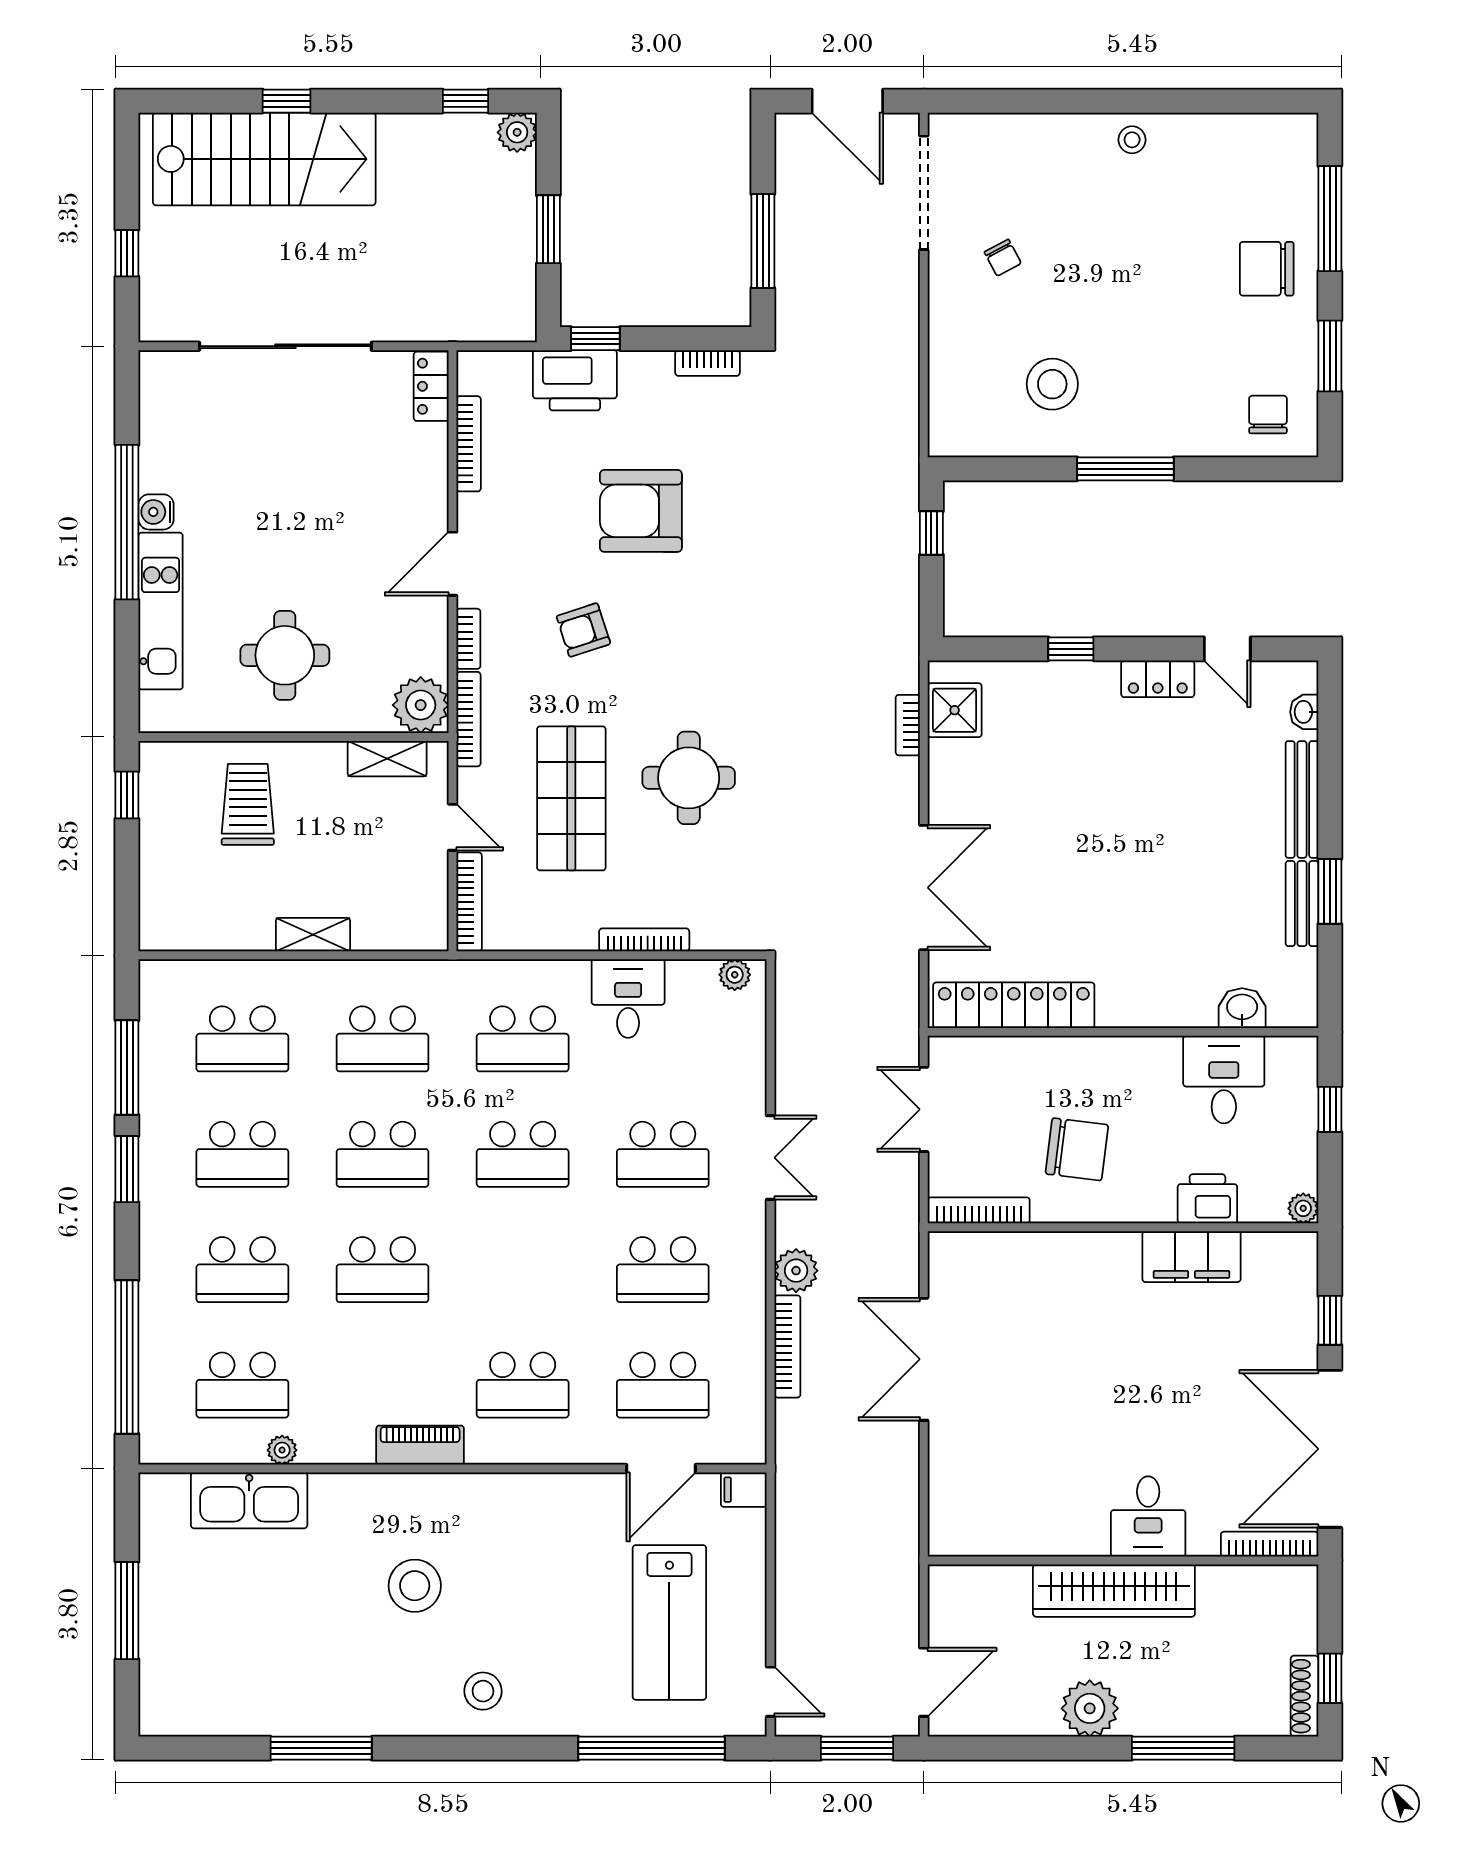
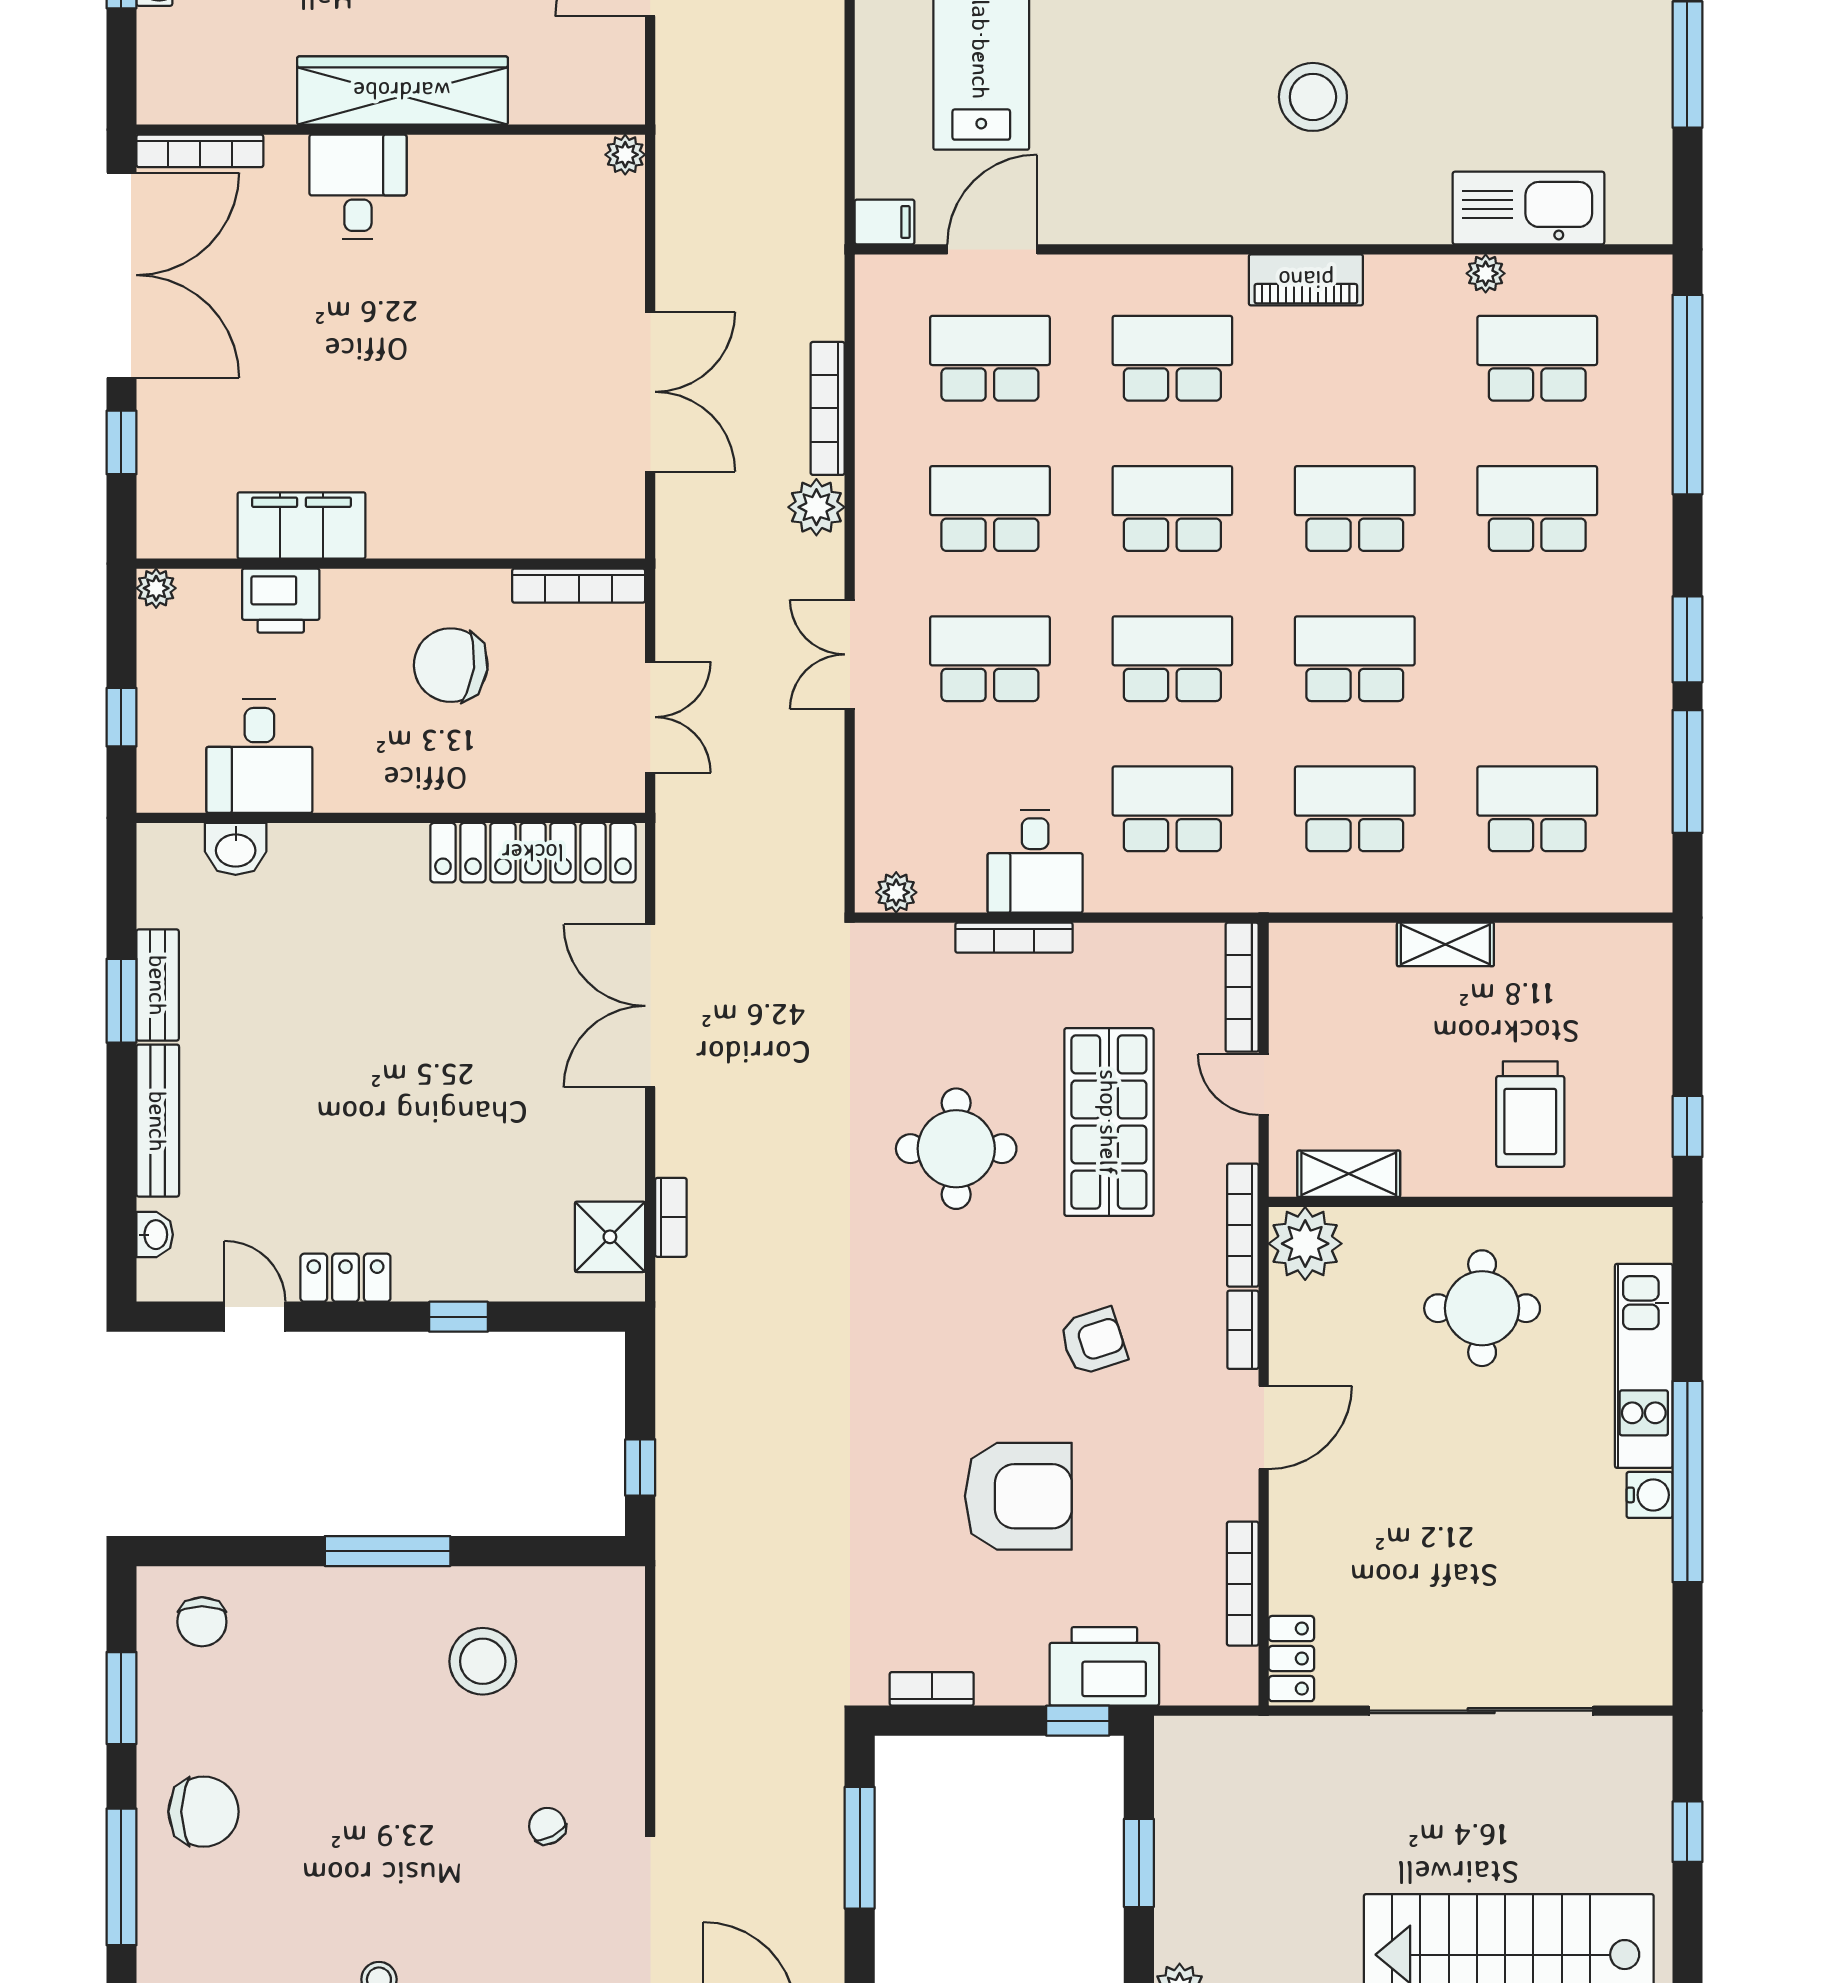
school desk: (242, 1154) -> (1172, 508), moved
plant: (943, 1541) -> (625, 155), added

